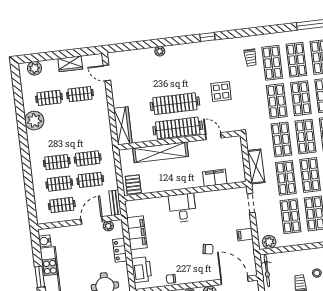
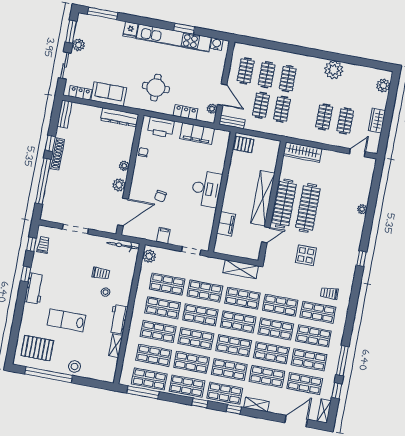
clothes rail: (49, 98) -> (324, 117), moved
shelving: (160, 152) -> (263, 198), moved
shelving: (256, 167) -> (241, 269), moved
desk: (182, 208) -> (206, 189), width x1.37

